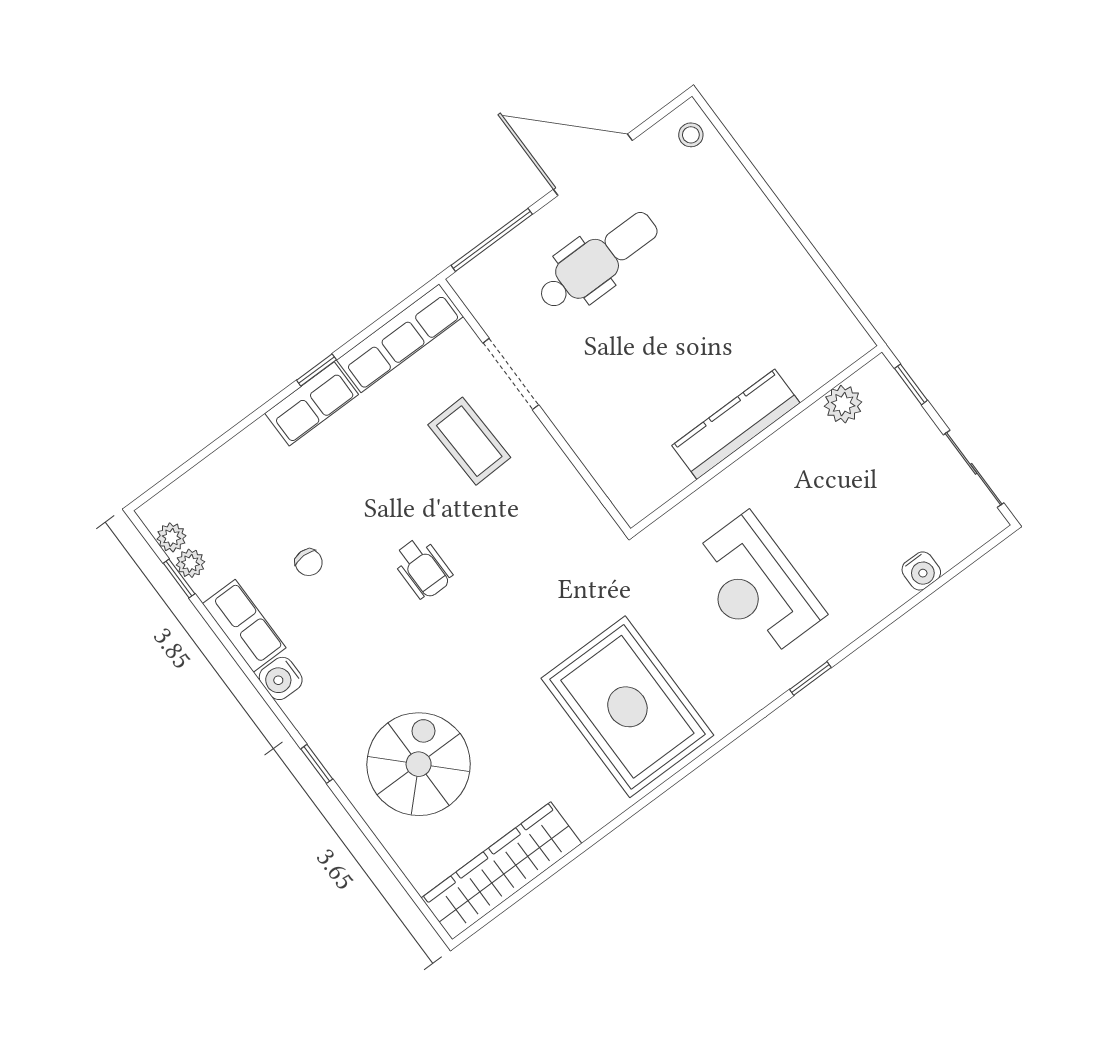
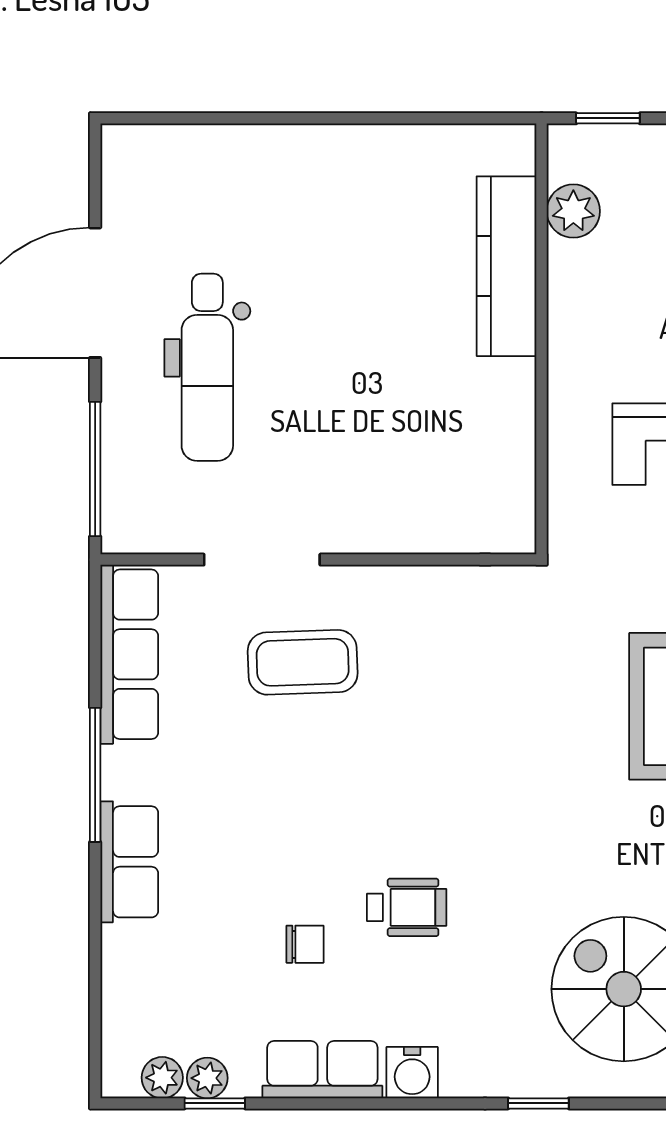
stool: (691, 135) -> (143, 157), removed
dental chair: (598, 261) -> (207, 367), turned 180
window: (316, 370) -> (95, 775), width x2.17
row of seats: (312, 404) -> (129, 862), moved
kitchen counter: (736, 424) -> (506, 266), moved
wheelchair: (423, 568) -> (407, 907), moved

